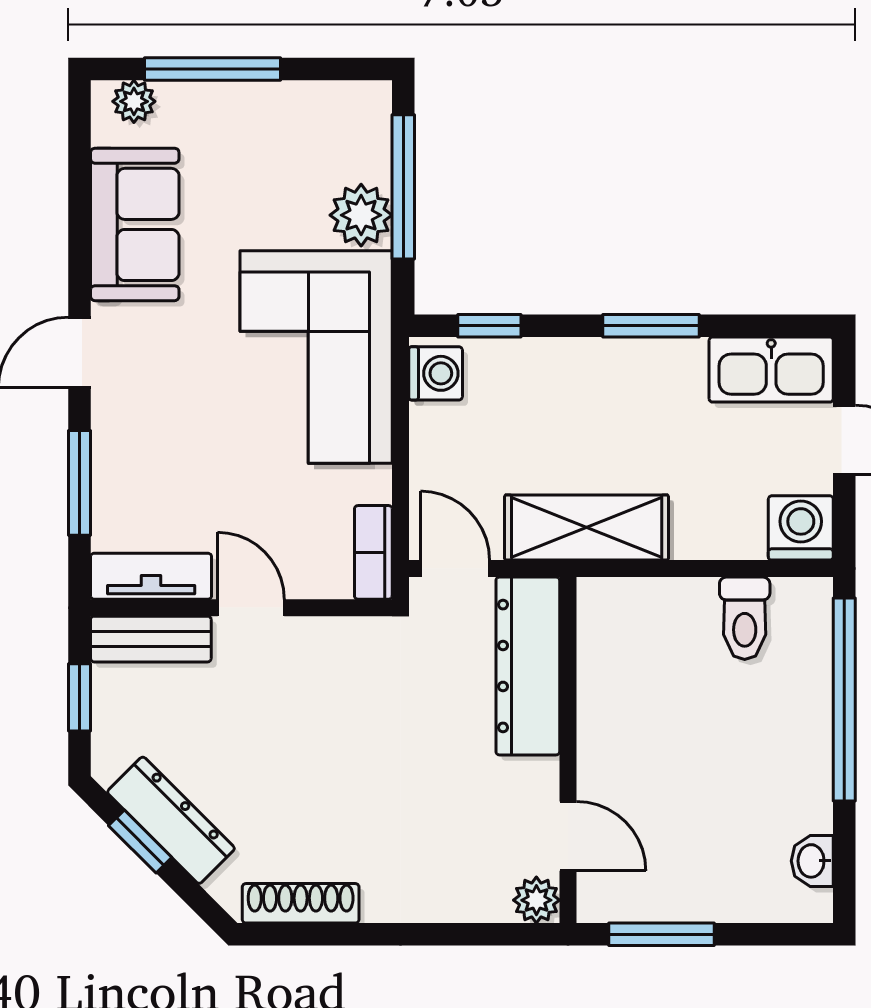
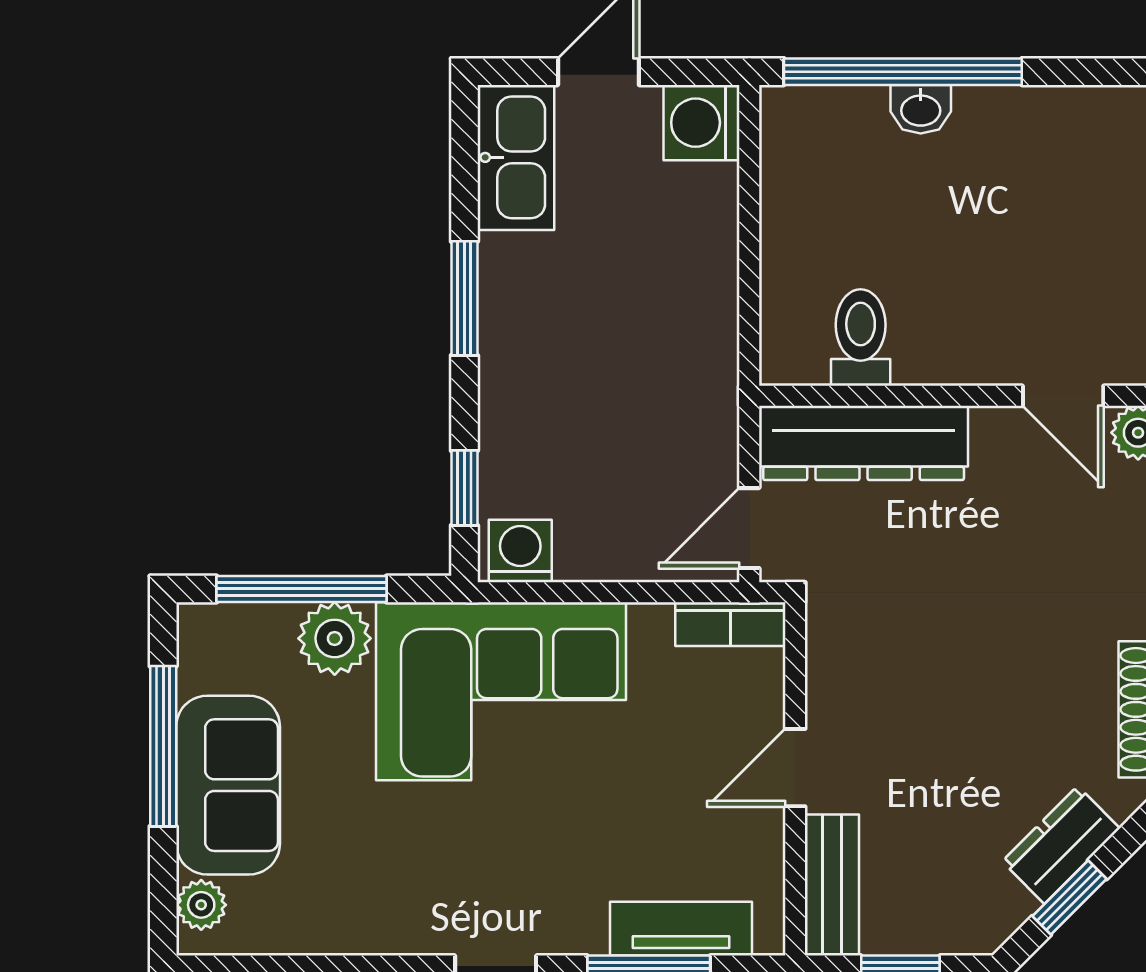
window: (213, 69) -> (163, 746), moved
sofa: (135, 224) -> (228, 785), moved, turned 90
shelving: (587, 527) -> (701, 374), removed
tv unit: (151, 576) -> (681, 929), moved, turned 90
toilet: (745, 618) -> (861, 338), moved, turned -90
dresser: (171, 820) -> (1061, 845), width x0.70
door: (568, 836) -> (1063, 396), swing flipped
washbasin: (812, 861) -> (921, 109), moved

